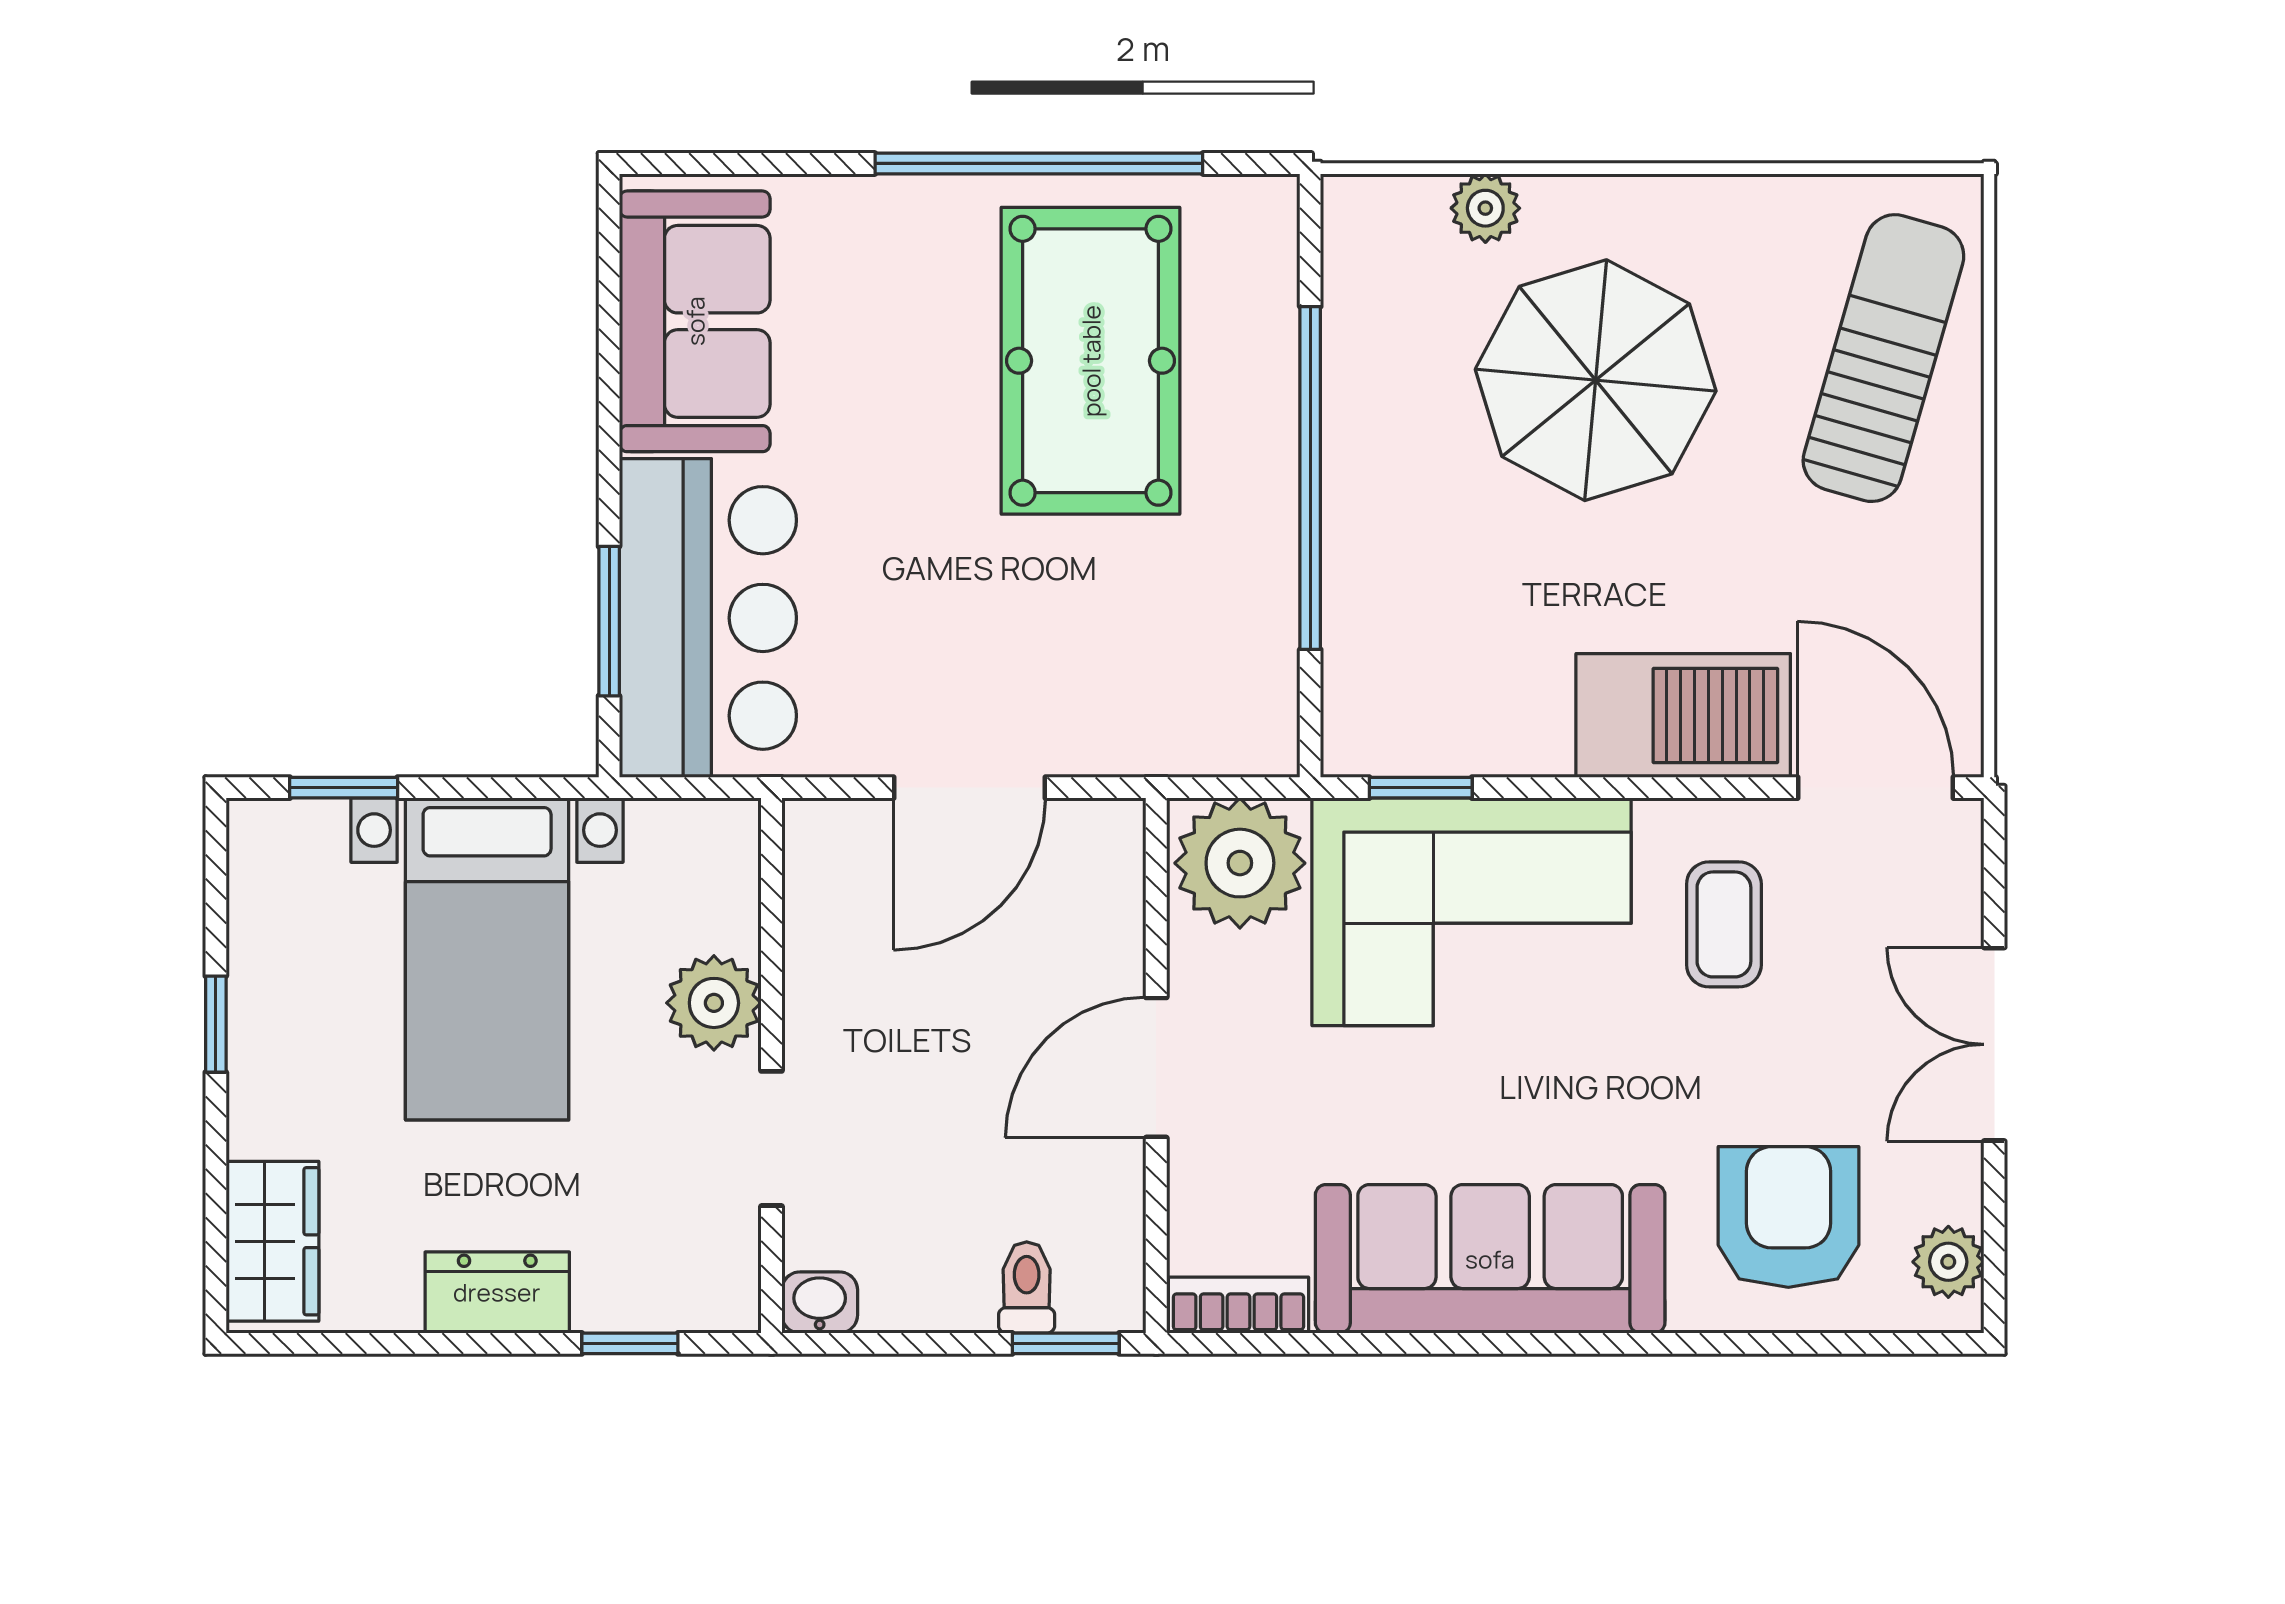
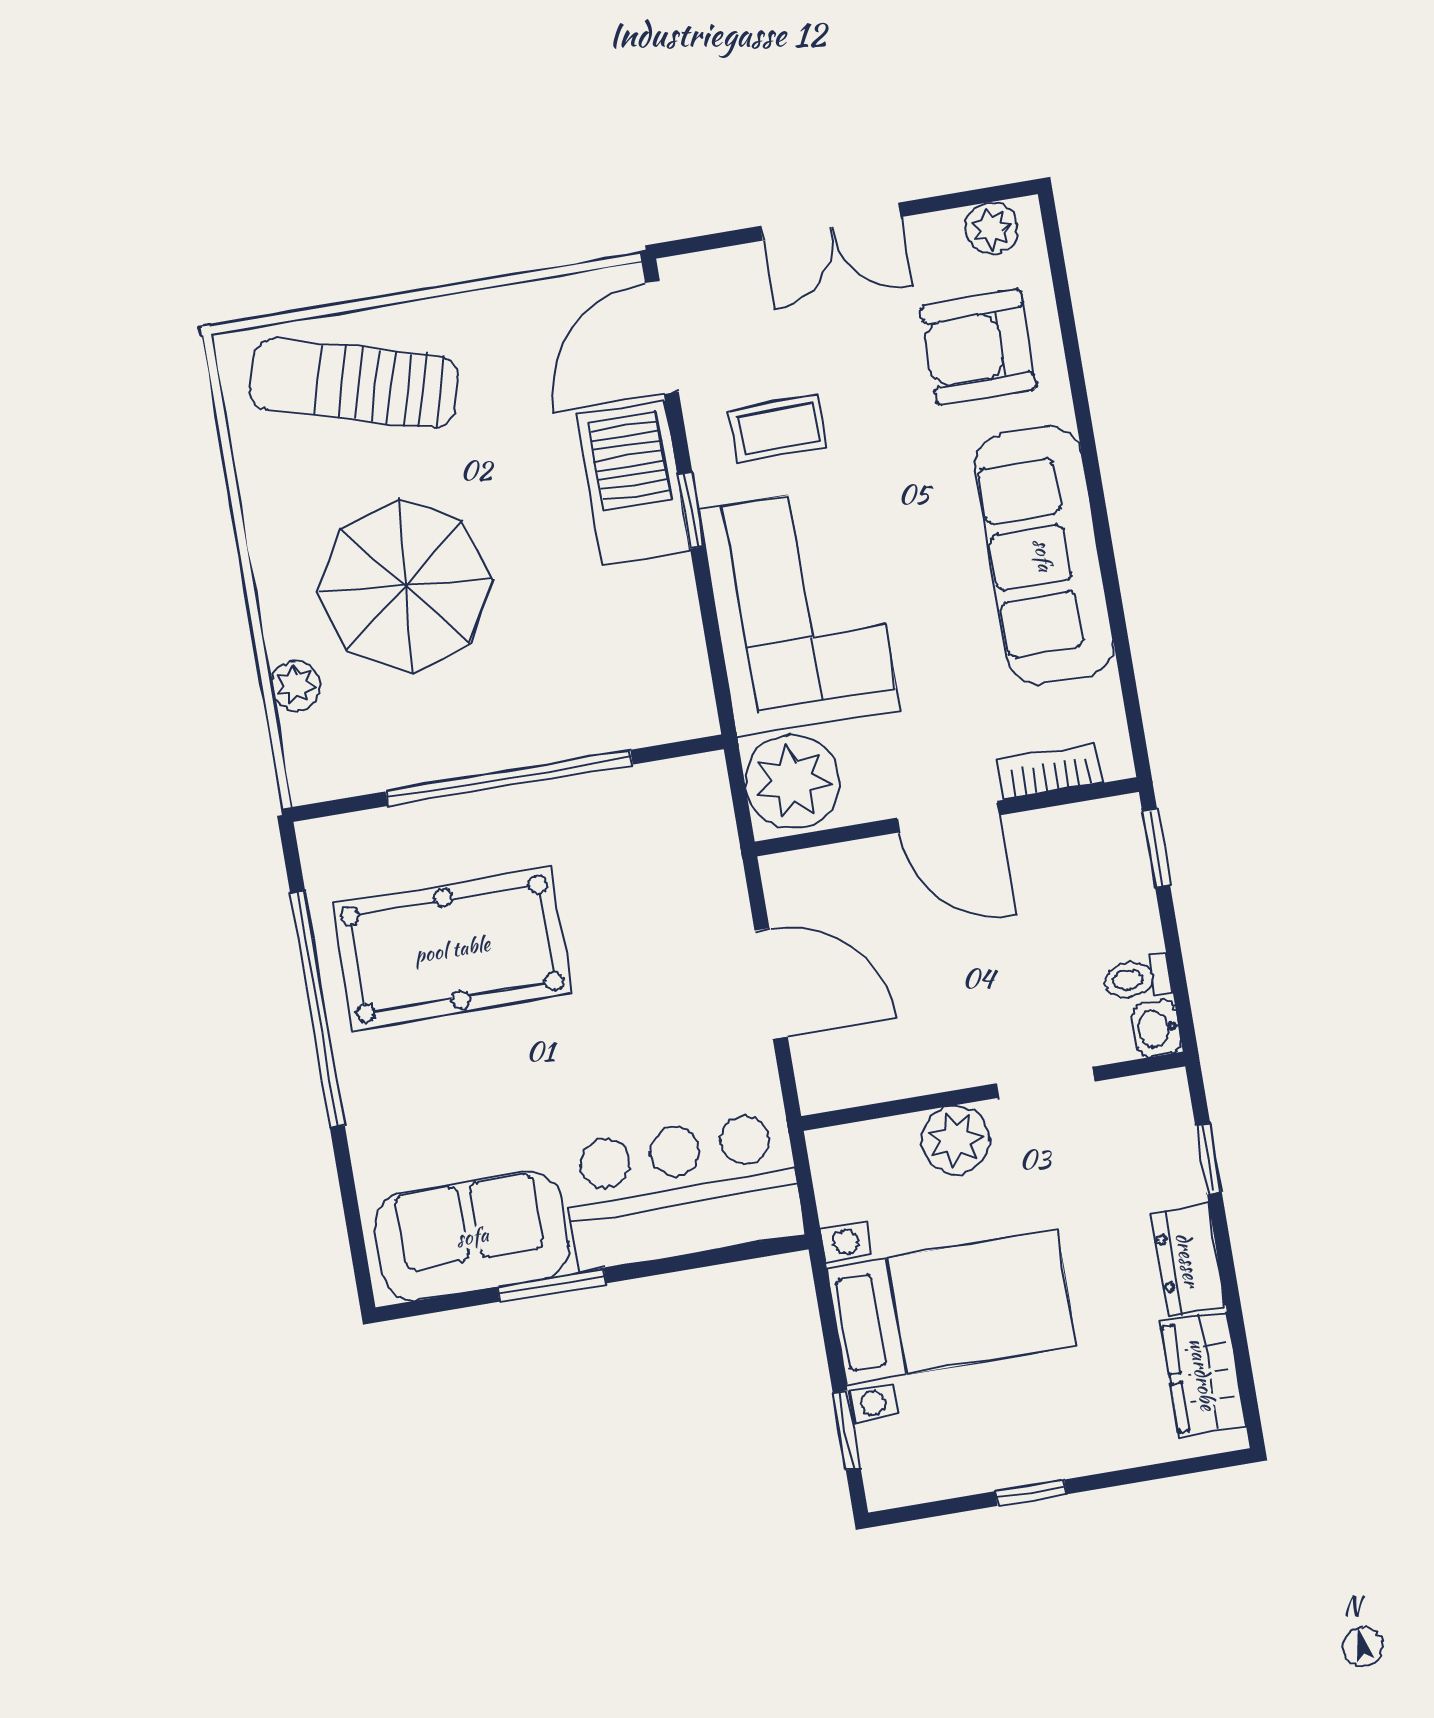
window: (609, 621) -> (552, 1285), moved
window: (1421, 788) -> (691, 511), moved
wardrobe: (272, 1241) -> (1203, 1374), moved, turned -90
toilet: (1027, 1287) -> (1137, 978), moved
bookcase: (1238, 1305) -> (1050, 771), moved, turned 90

